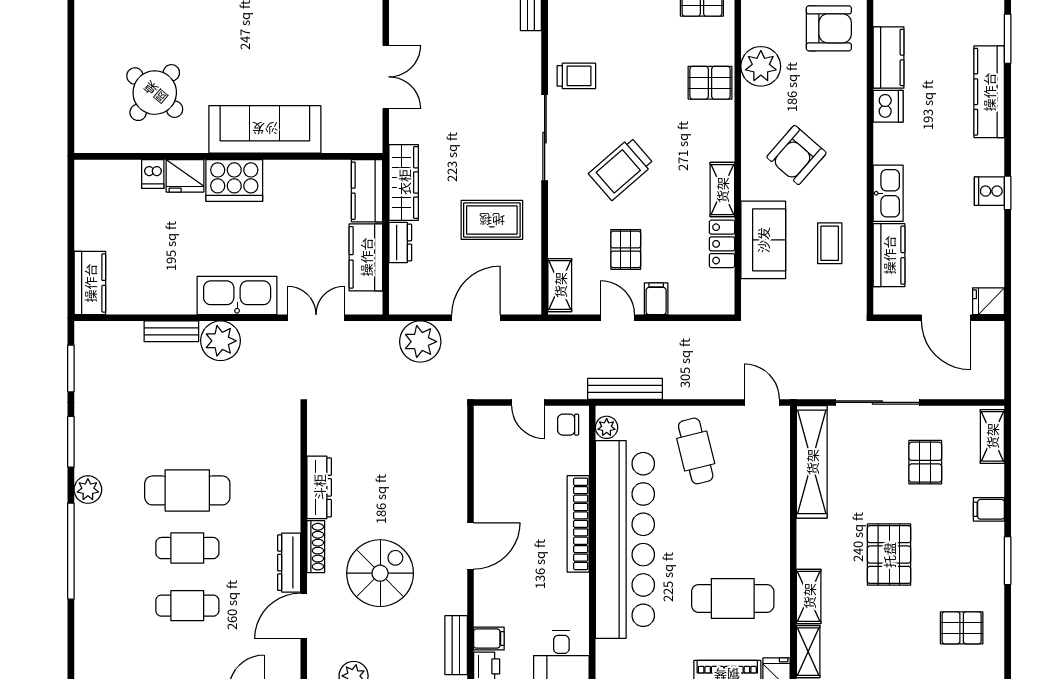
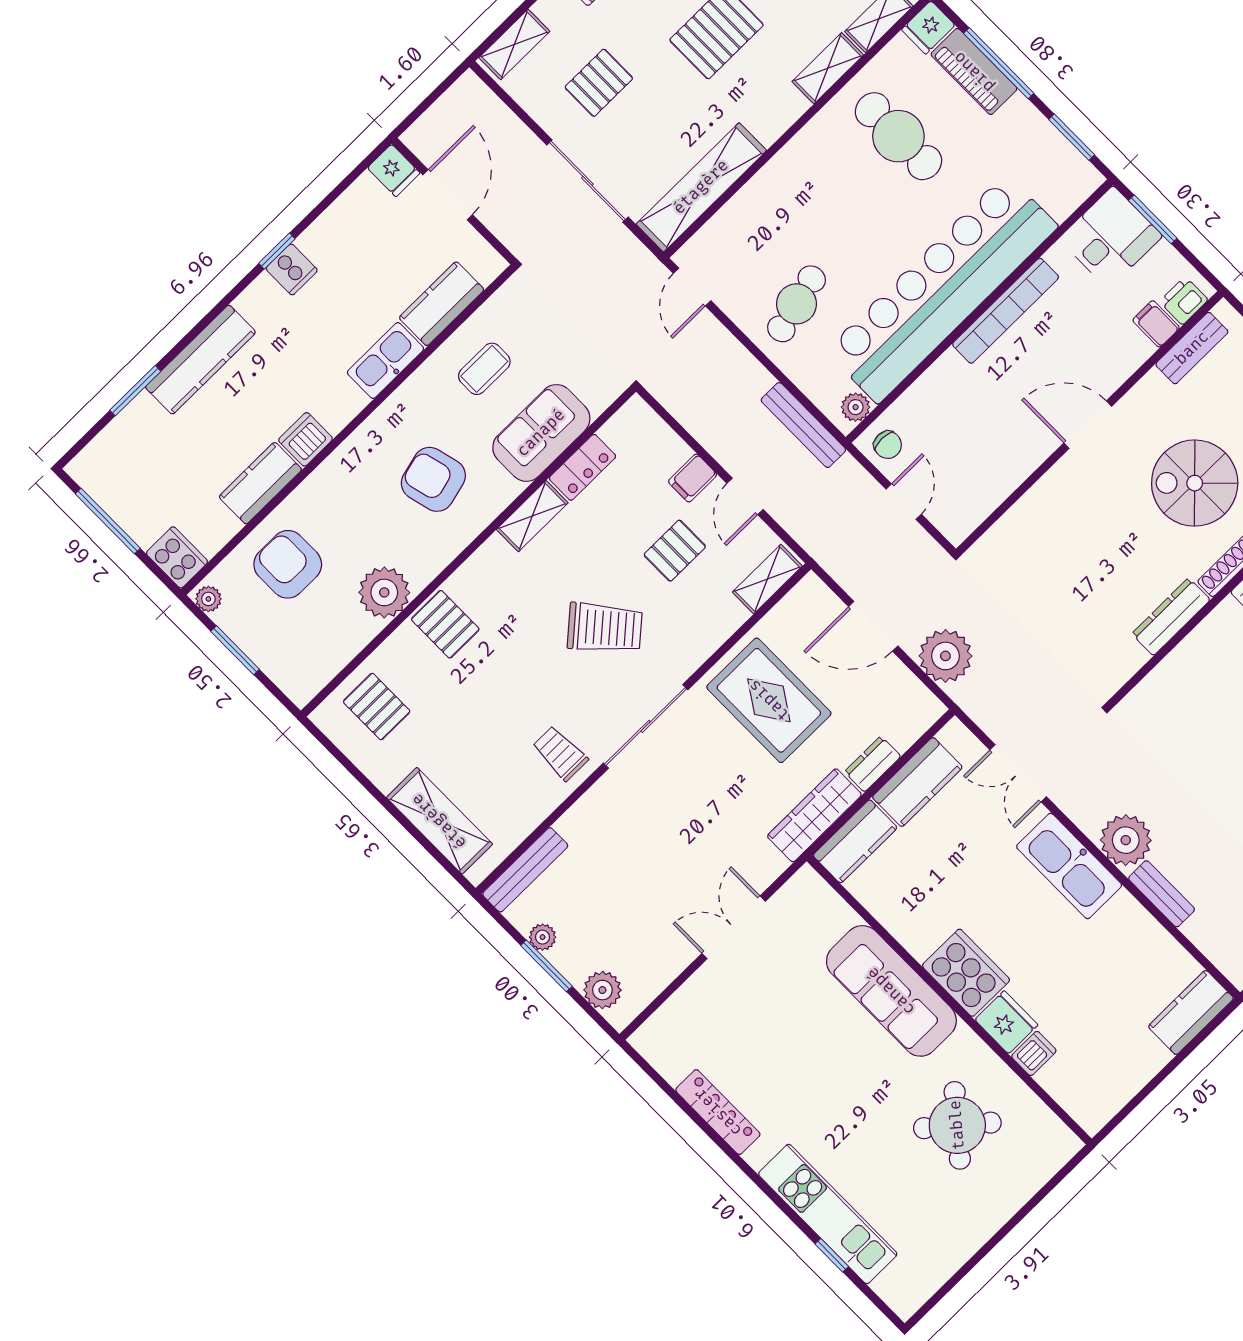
armchair: (797, 155) -> (433, 479), turned -145
rug: (492, 220) -> (769, 700), width x1.36, depth x1.43
bookcase: (578, 524) -> (1006, 311), moved

